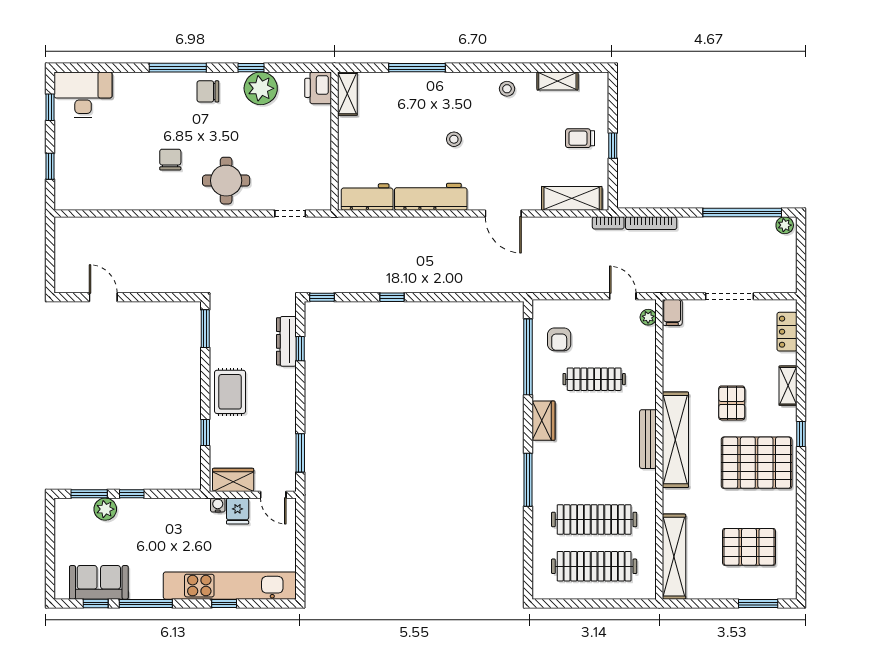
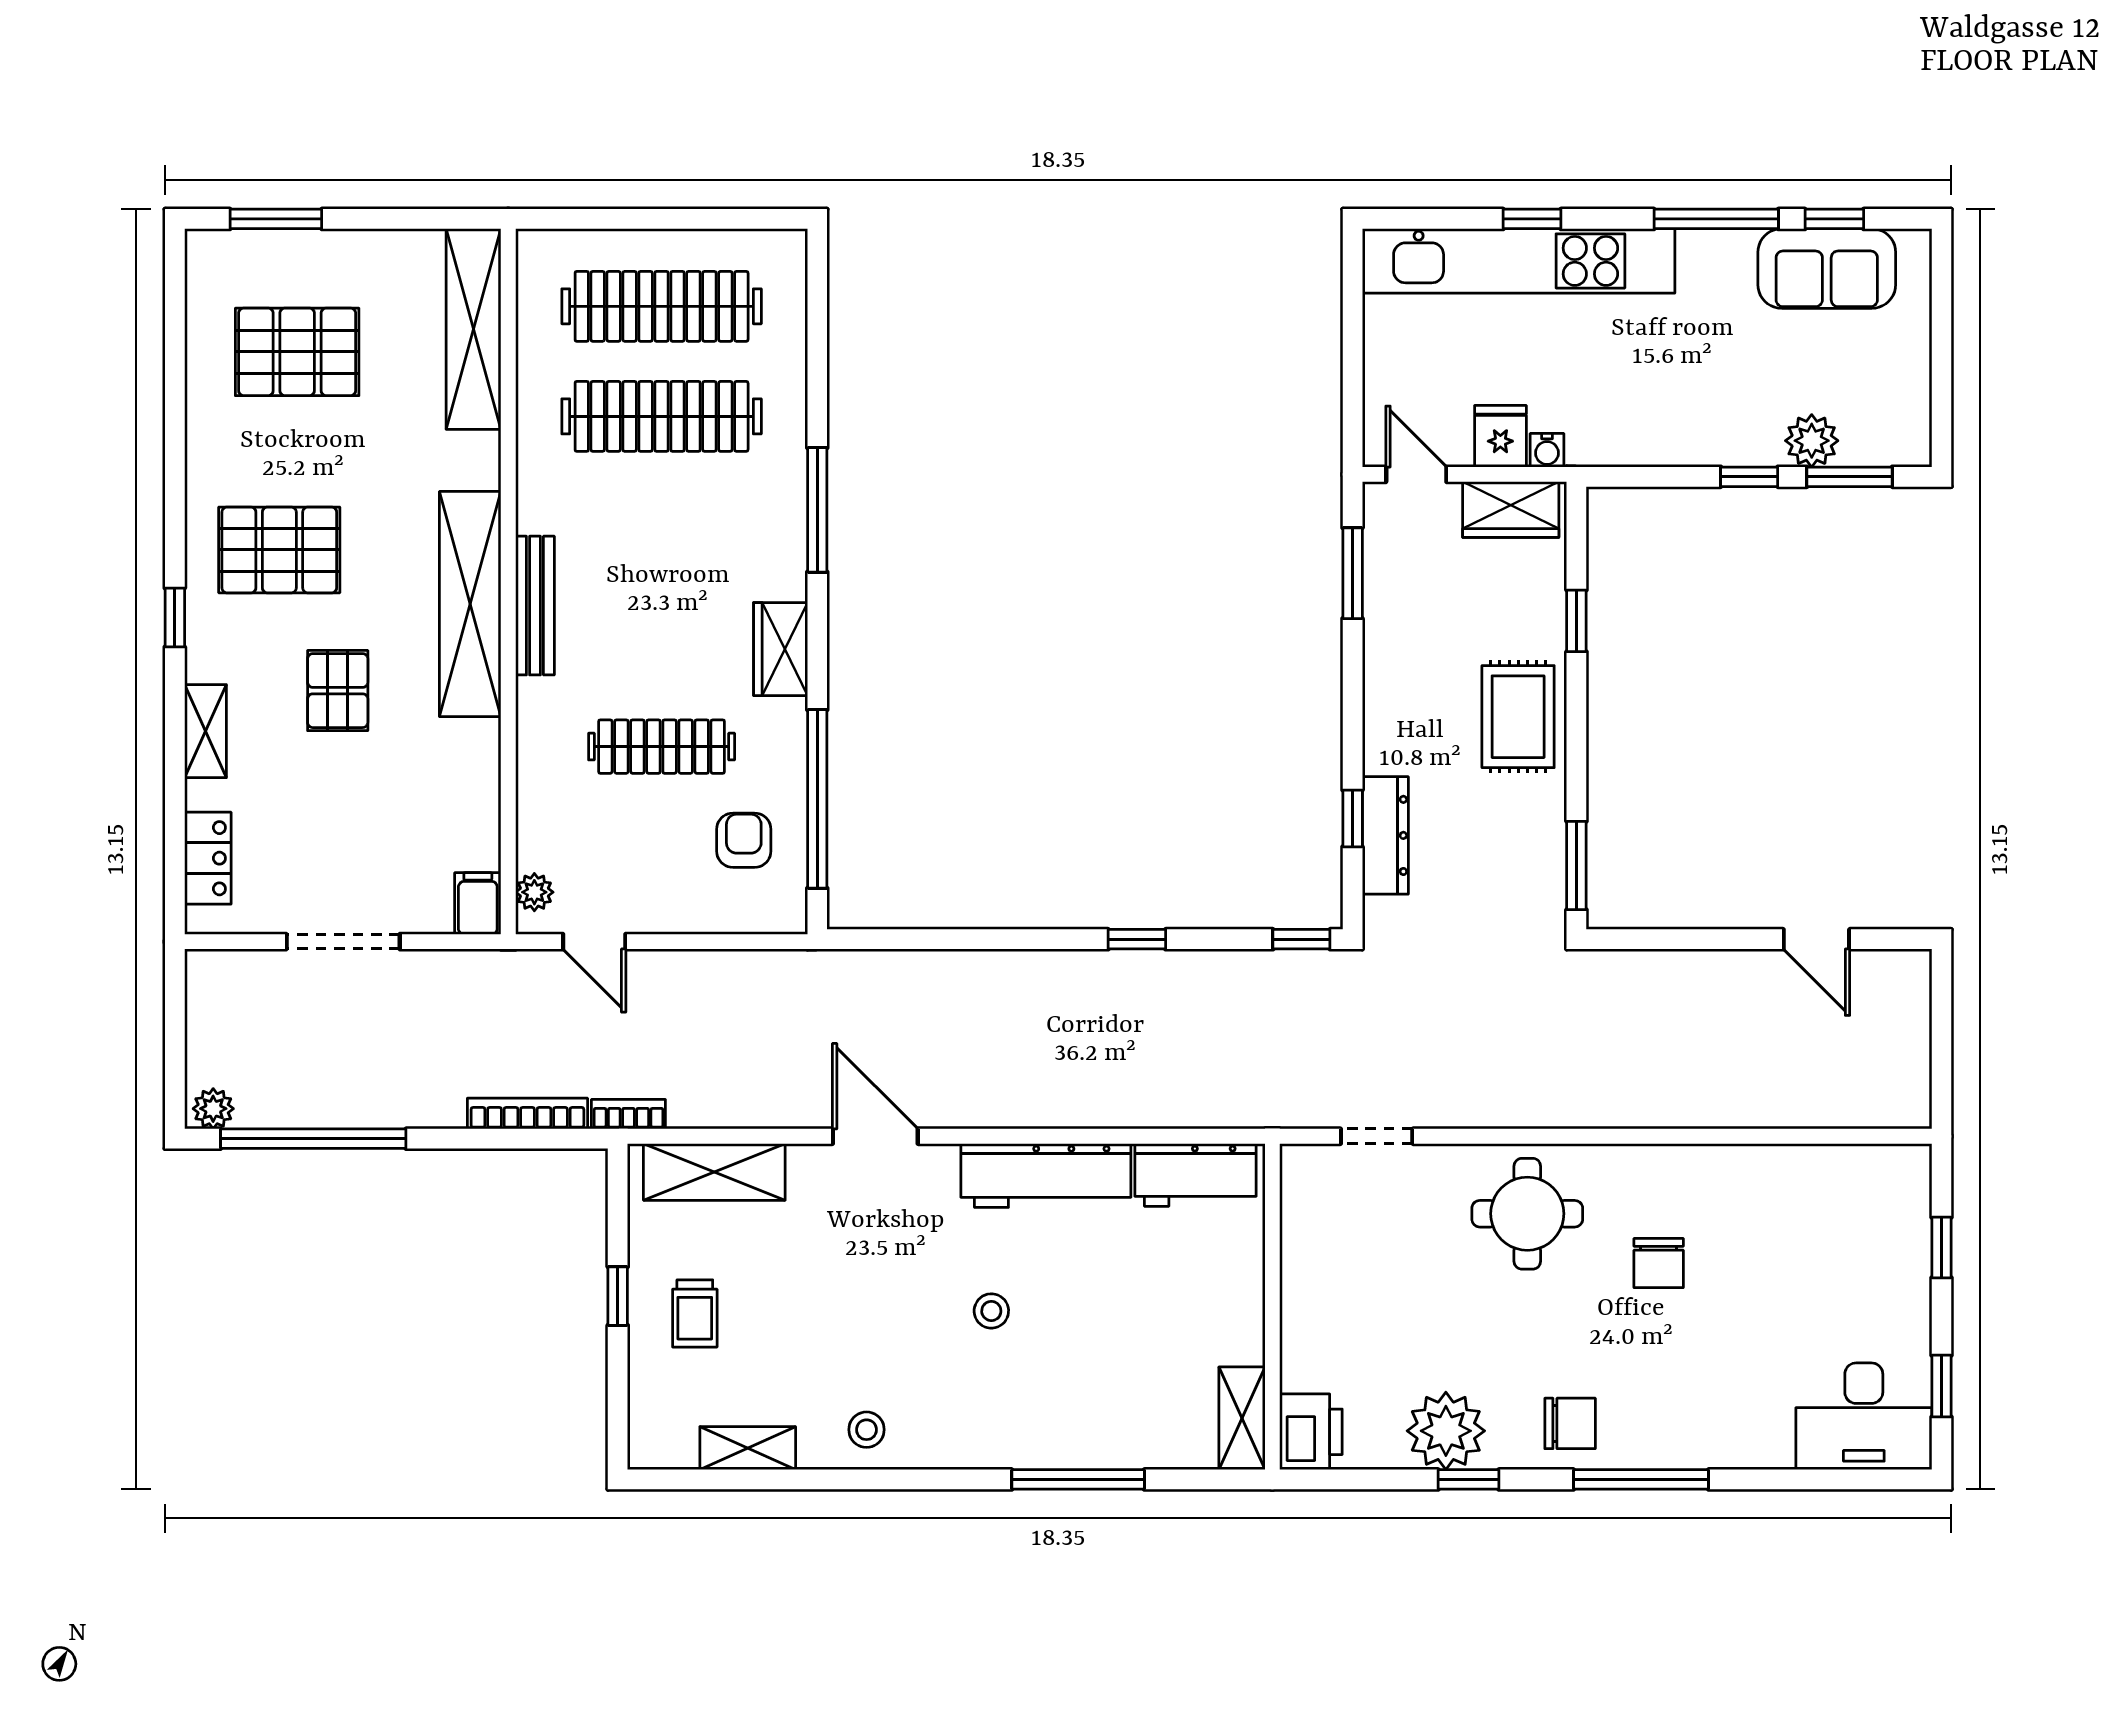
trolley: (580, 138) -> (695, 1313), turned 90
pallet: (757, 463) -> (279, 550), width x0.73, depth x0.71

